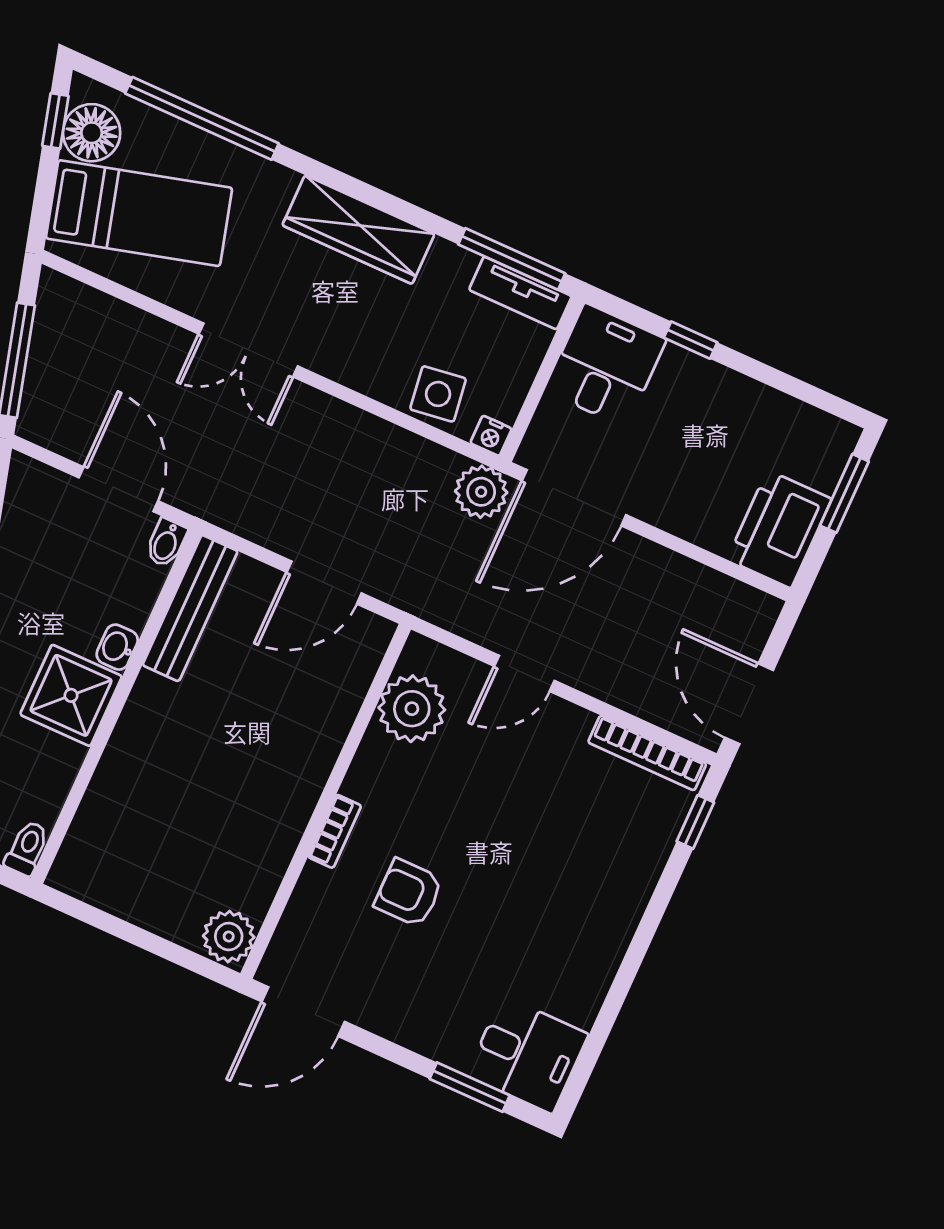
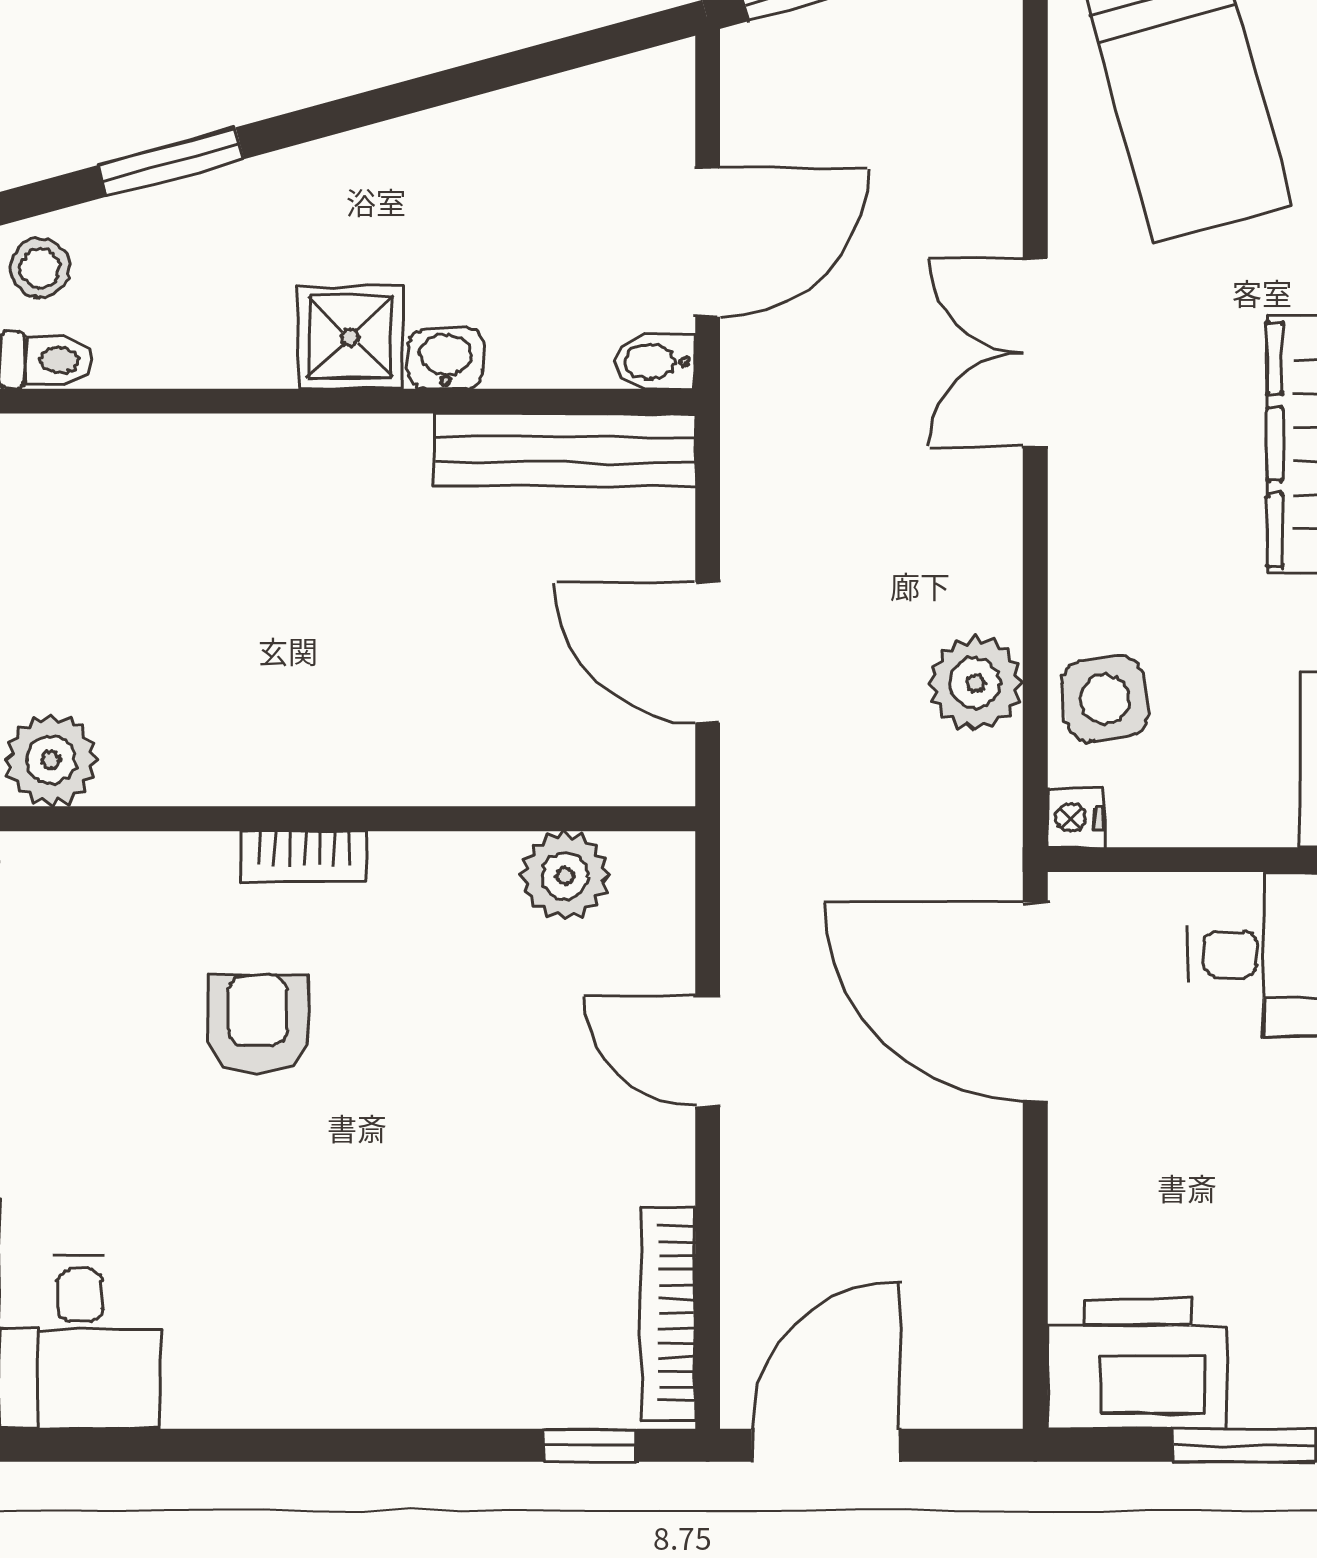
plant: (481, 492) -> (975, 683), moved
shower: (71, 695) -> (350, 337), width x0.73, depth x0.73
plant: (412, 709) -> (565, 876), width x0.73, depth x0.73

